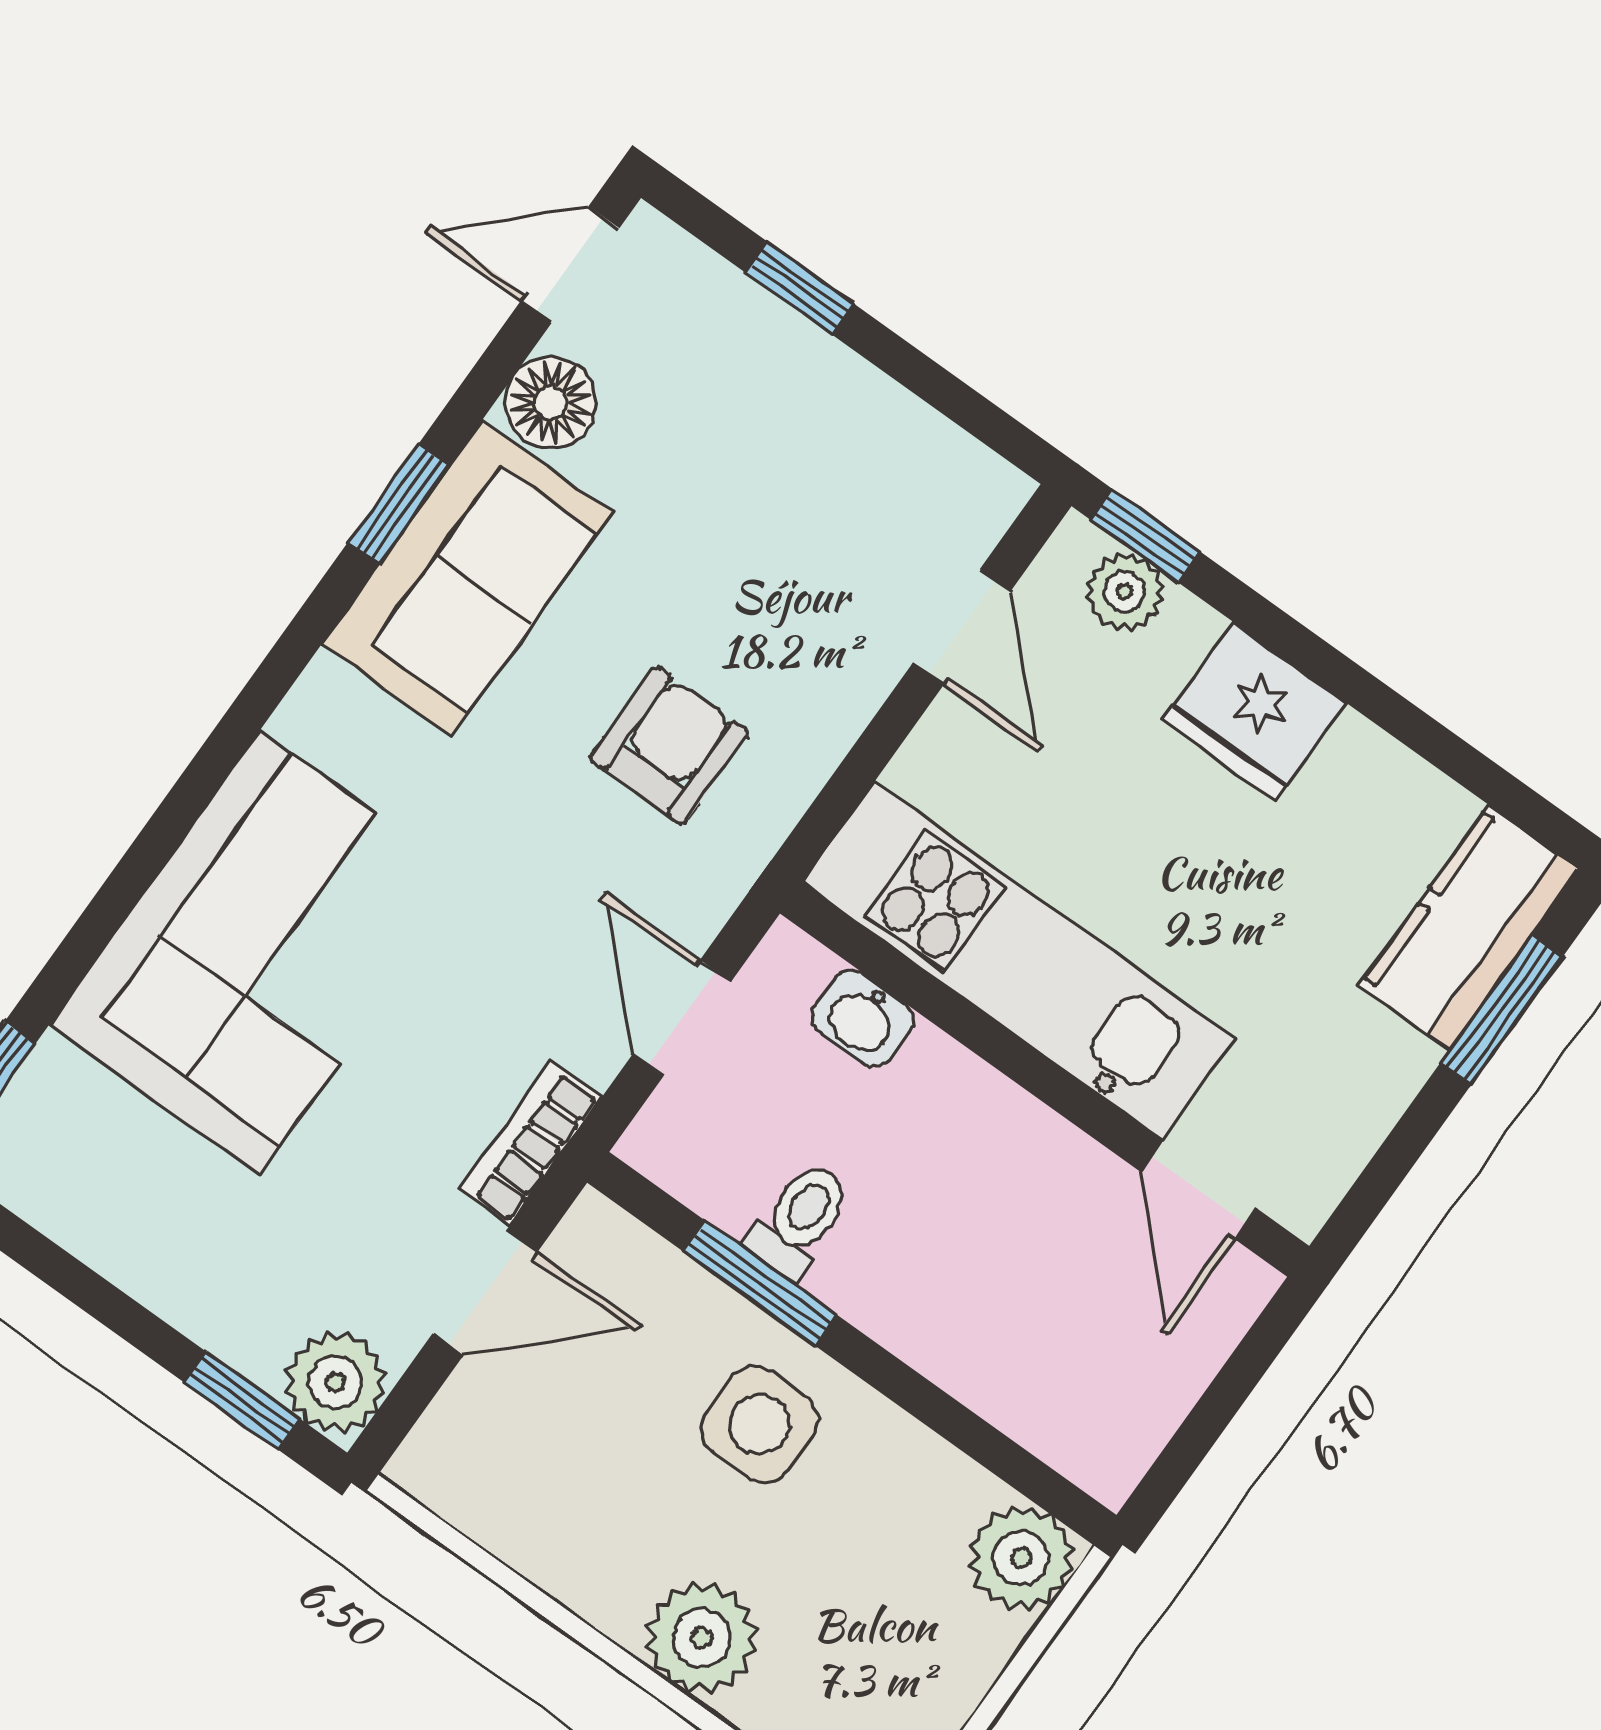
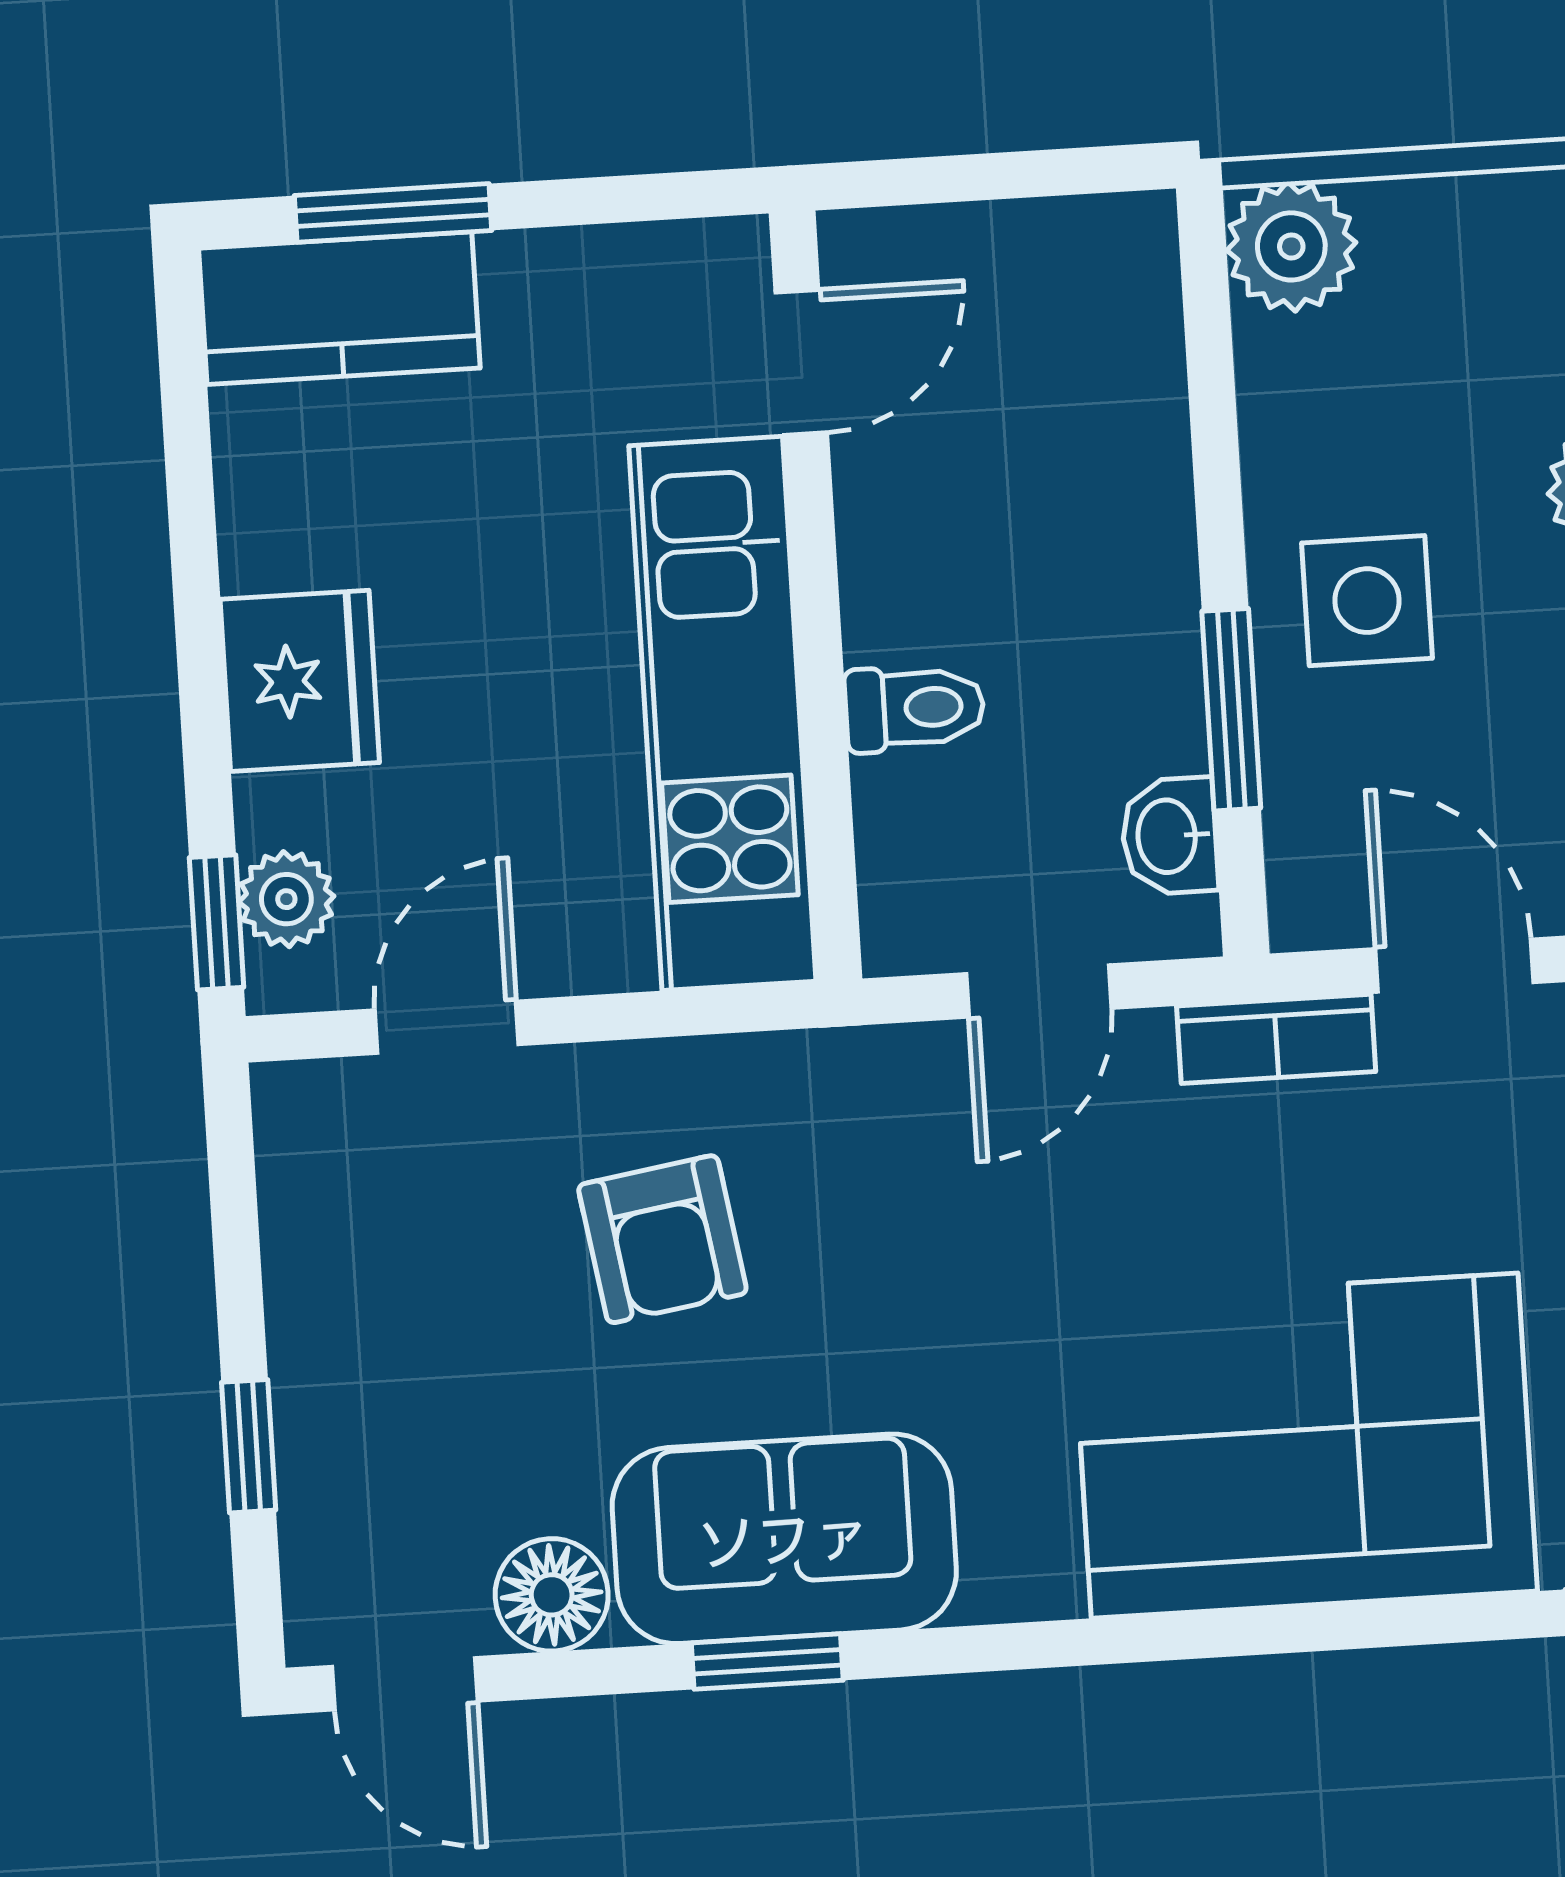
armchair: (669, 745) -> (662, 1239), moved, turned -99
washbasin: (862, 1019) -> (1169, 836), moved, turned 180
toilet: (799, 1220) -> (914, 708), moved, turned 180

